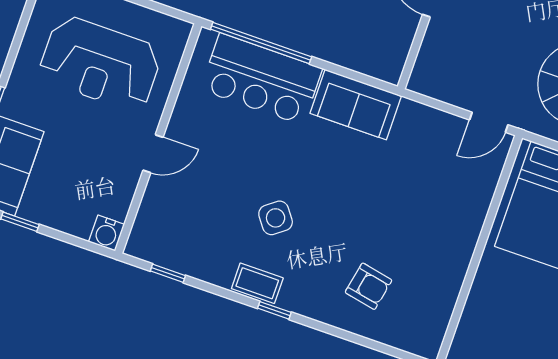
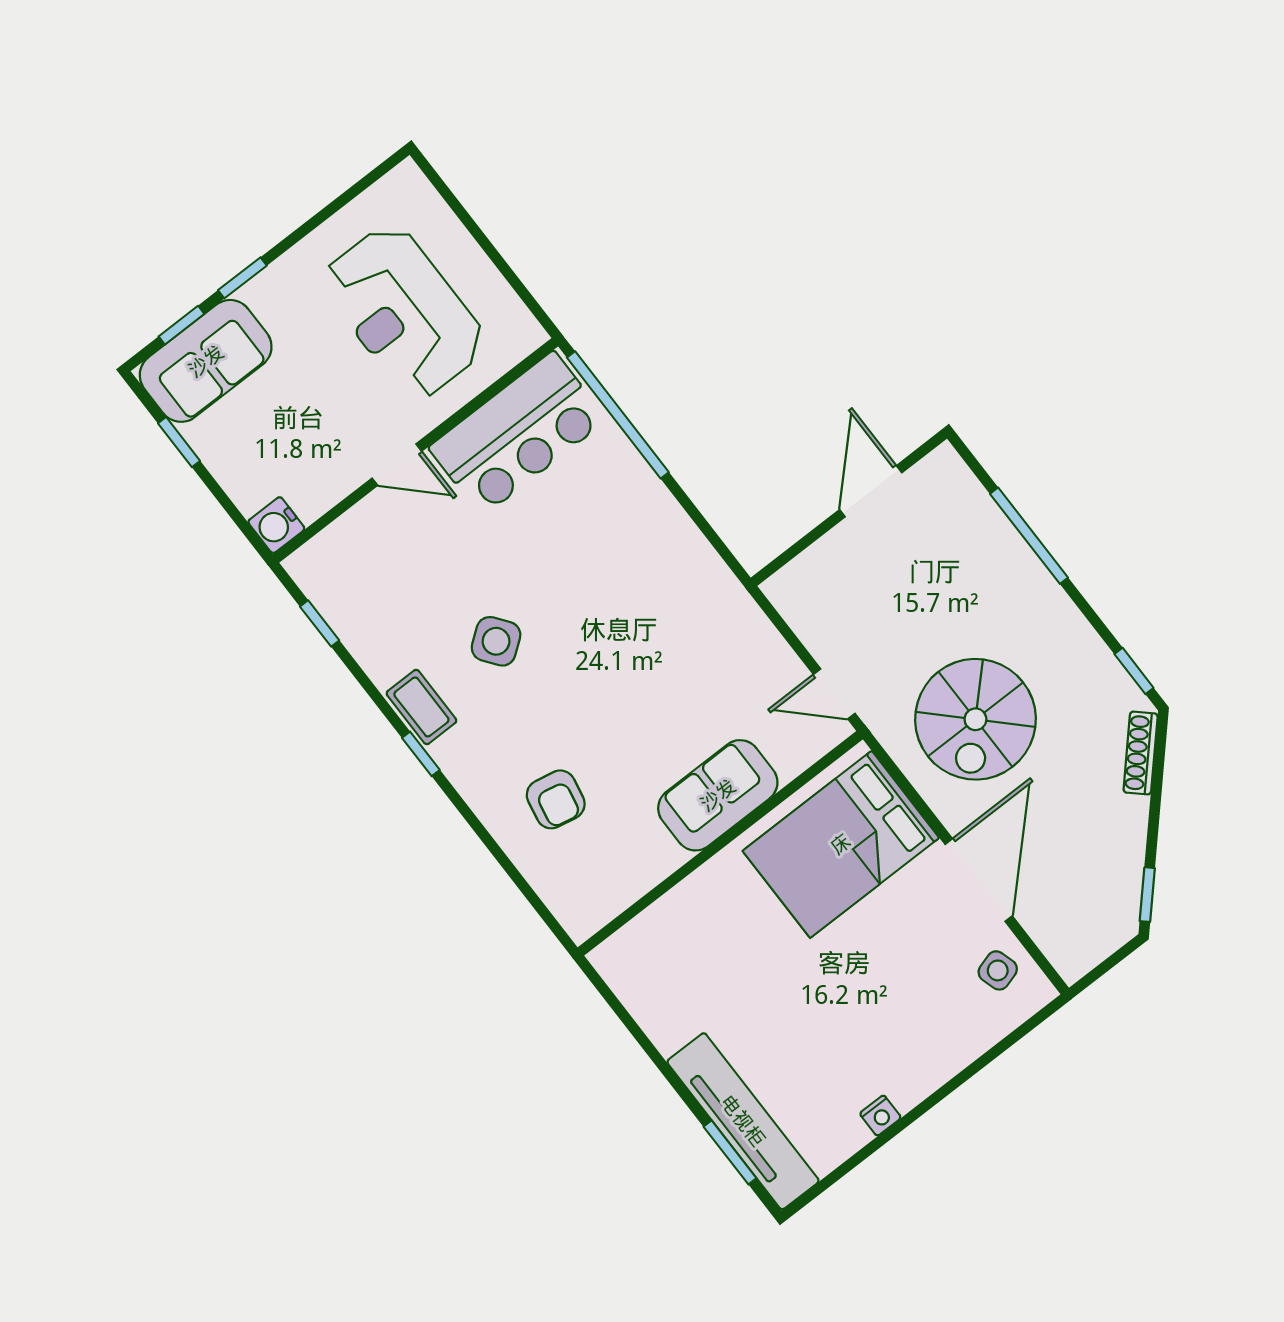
bar counter: (261, 79) -> (518, 434), moved, turned -90
sofa: (356, 105) -> (718, 795), moved, turned 90

